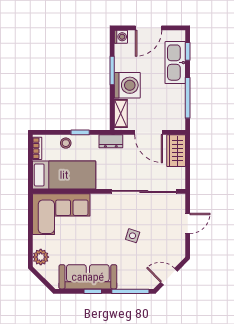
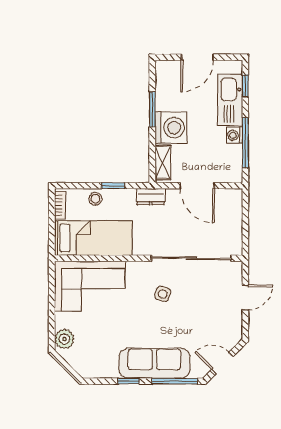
washing machine: (121, 37) -> (234, 135), moved, turned 180
wardrobe: (176, 151) -> (231, 208), removed
side table: (133, 236) -> (163, 294), moved
sofa: (88, 277) -> (154, 363), moved

